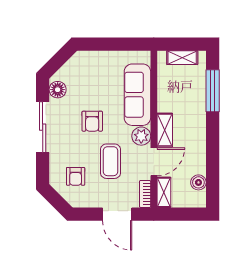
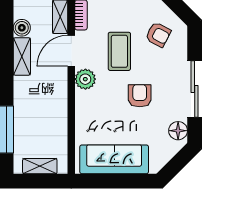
sofa: (137, 95) -> (114, 159), moved, turned -90
shelving: (165, 130) -> (22, 56), moved
armchair: (76, 176) -> (158, 35), turned 118

